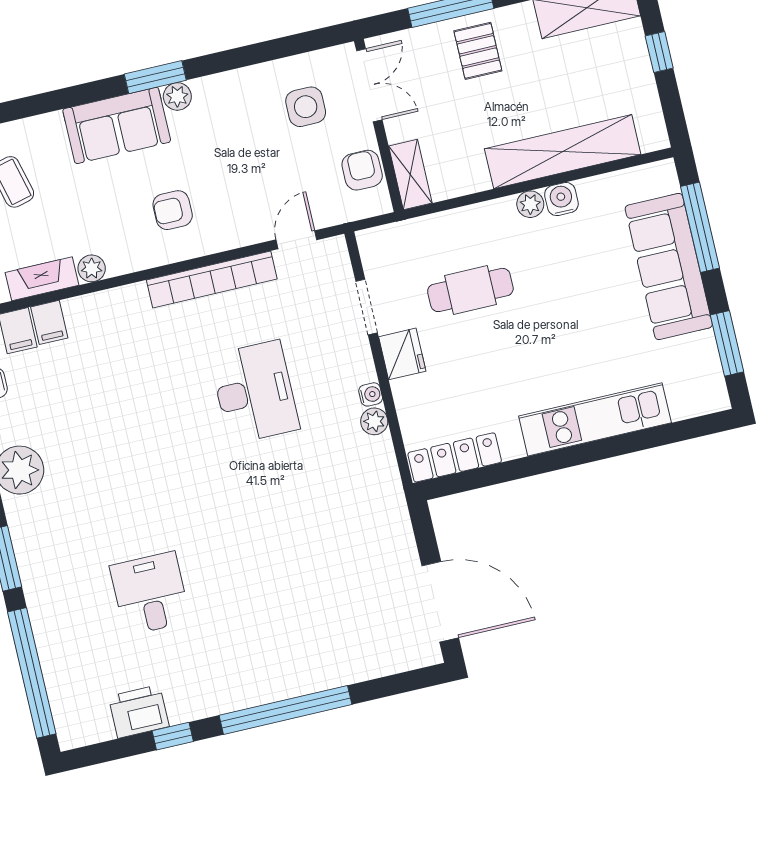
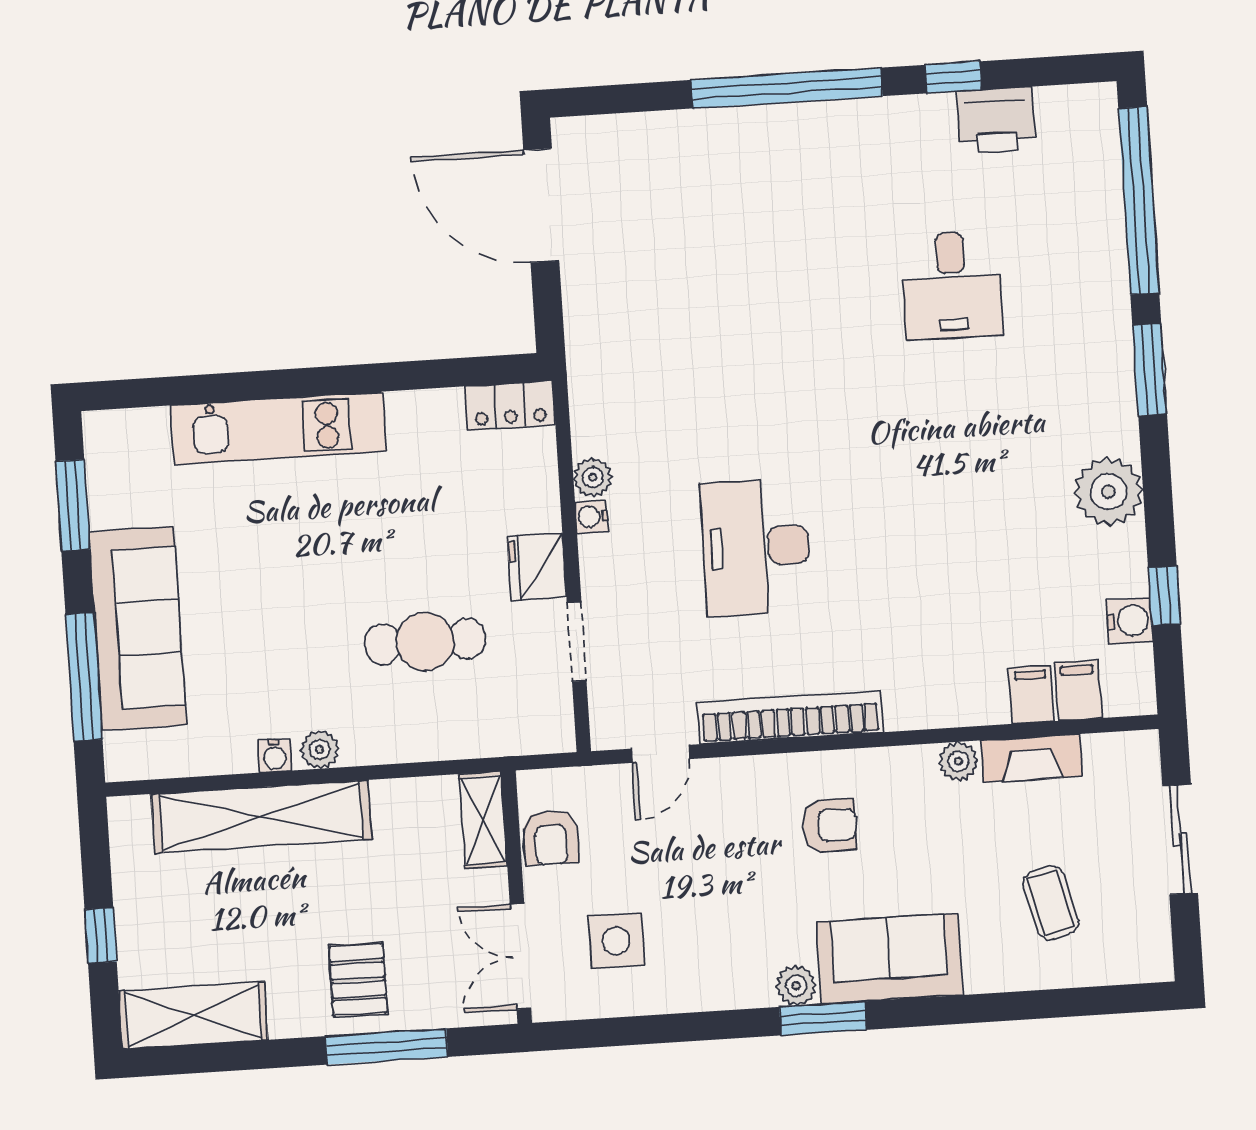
water cooler: (561, 199) -> (275, 755), width x0.72, depth x0.72
locker: (455, 457) -> (510, 406), width x0.66

